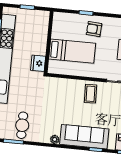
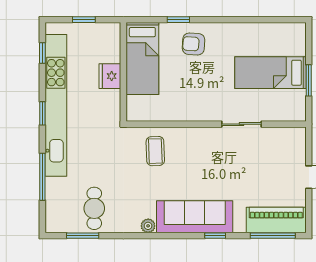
bed: (72, 51) -> (142, 58), moved, turned 90
fridge: (38, 63) -> (110, 76), moved
coffee table: (91, 94) -> (155, 151), moved

